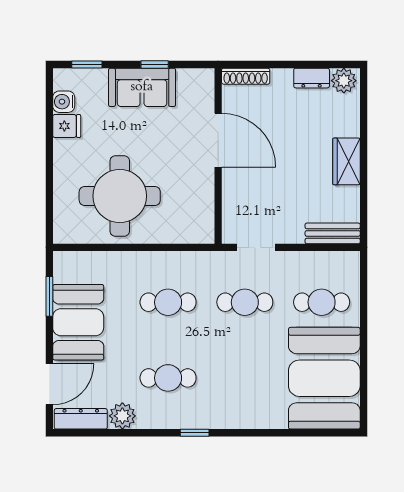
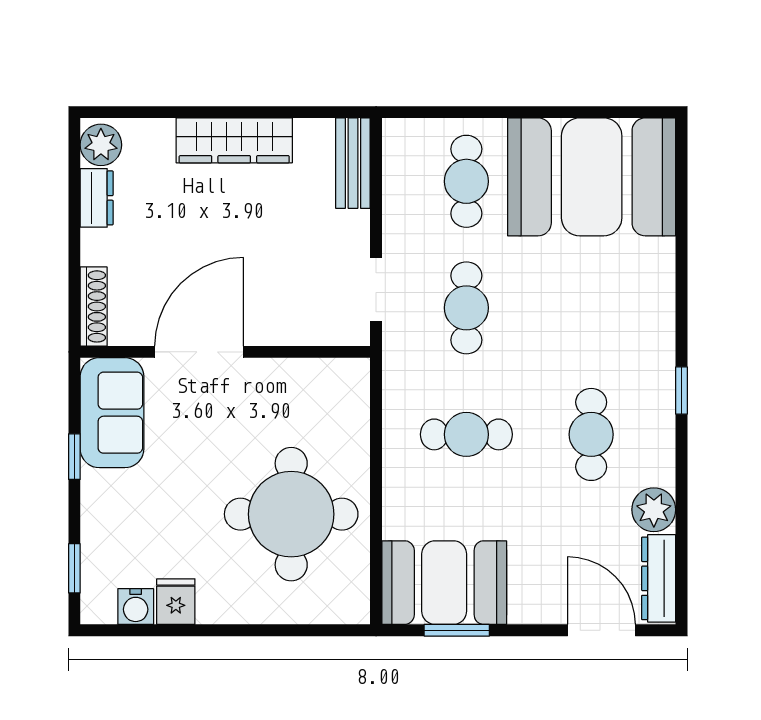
sofa: (142, 87) -> (112, 413), moved
wardrobe: (346, 161) -> (234, 140), width x1.50
cafe table: (168, 302) -> (466, 434), turned 90
booth: (78, 322) -> (444, 583), moved

